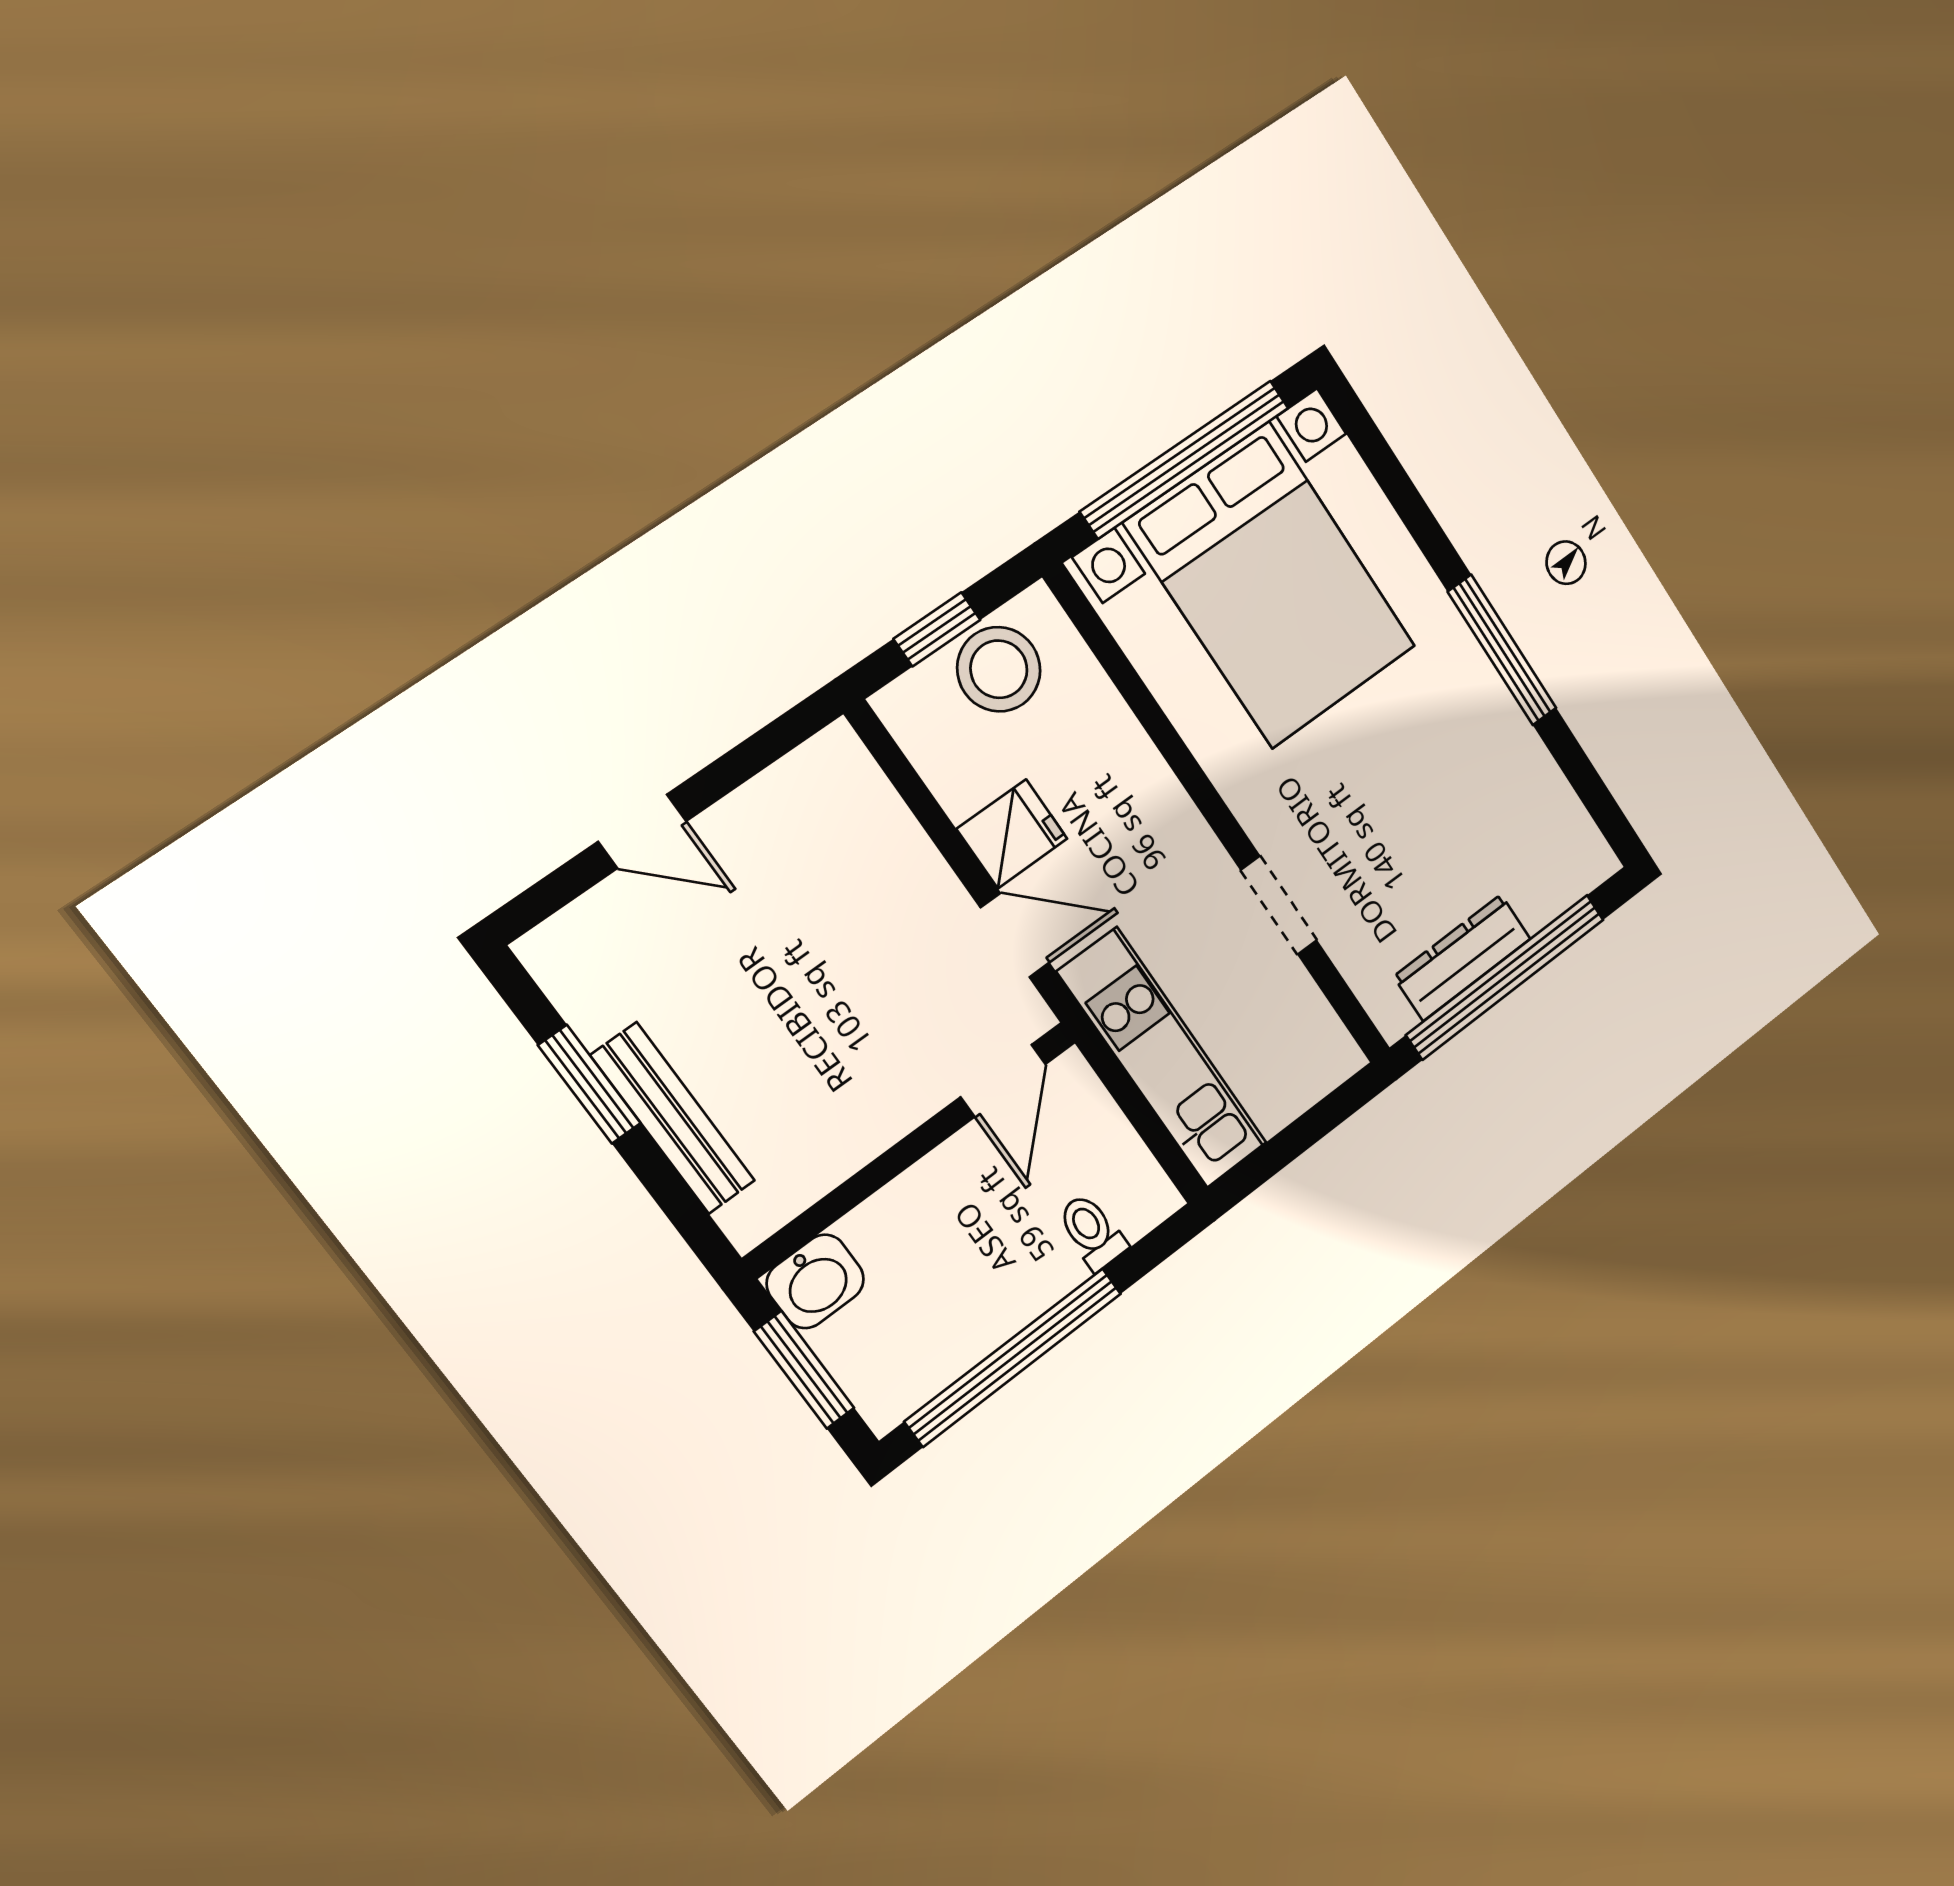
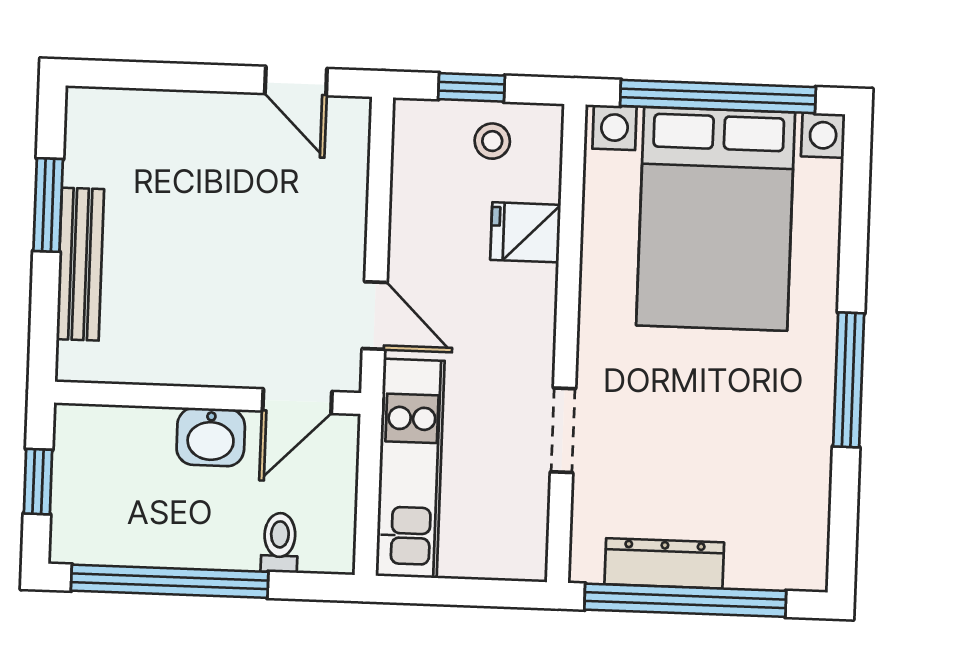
stool: (999, 669) -> (492, 141), width x0.53, depth x0.53
door: (642, 831) -> (296, 81), moved
fridge: (1012, 834) -> (526, 232), moved, turned 180
washbasin: (815, 1281) -> (211, 437), moved
window: (804, 1370) -> (38, 482), width x0.67

